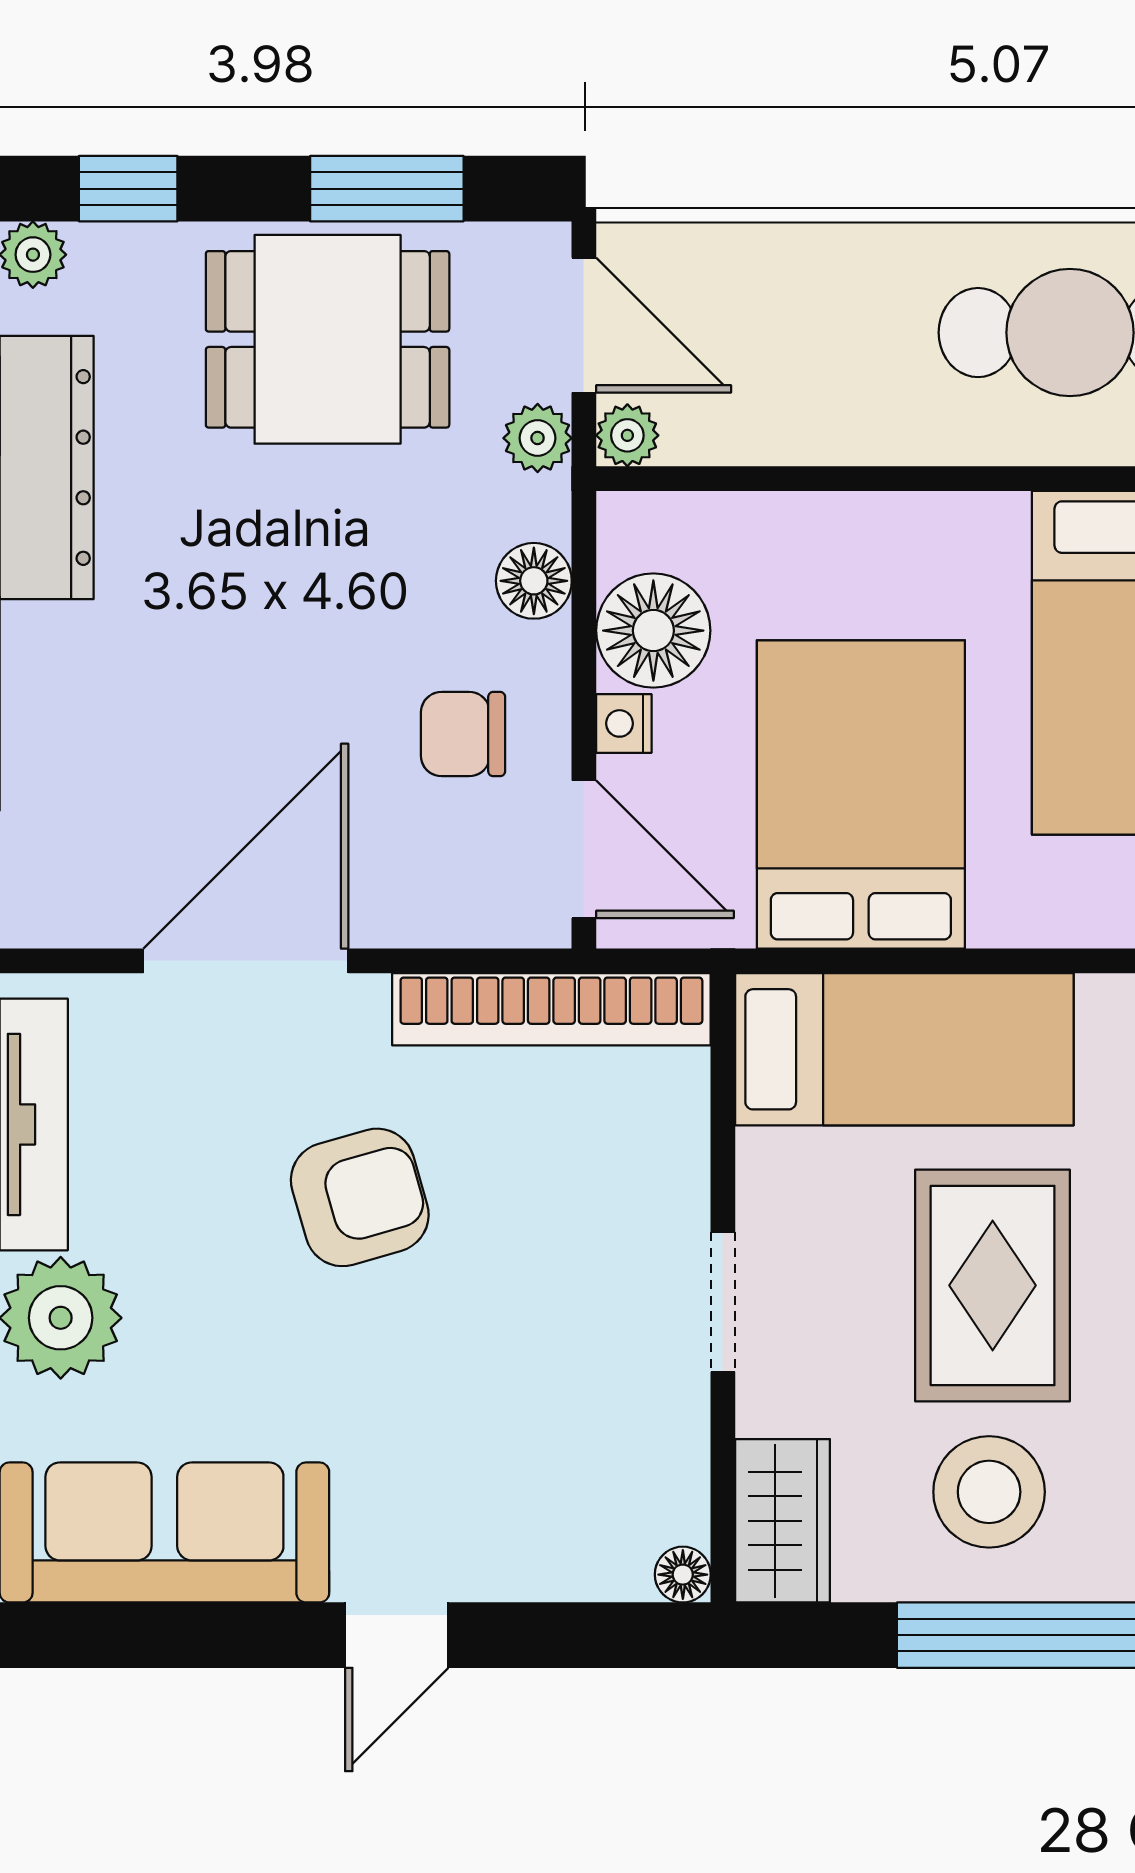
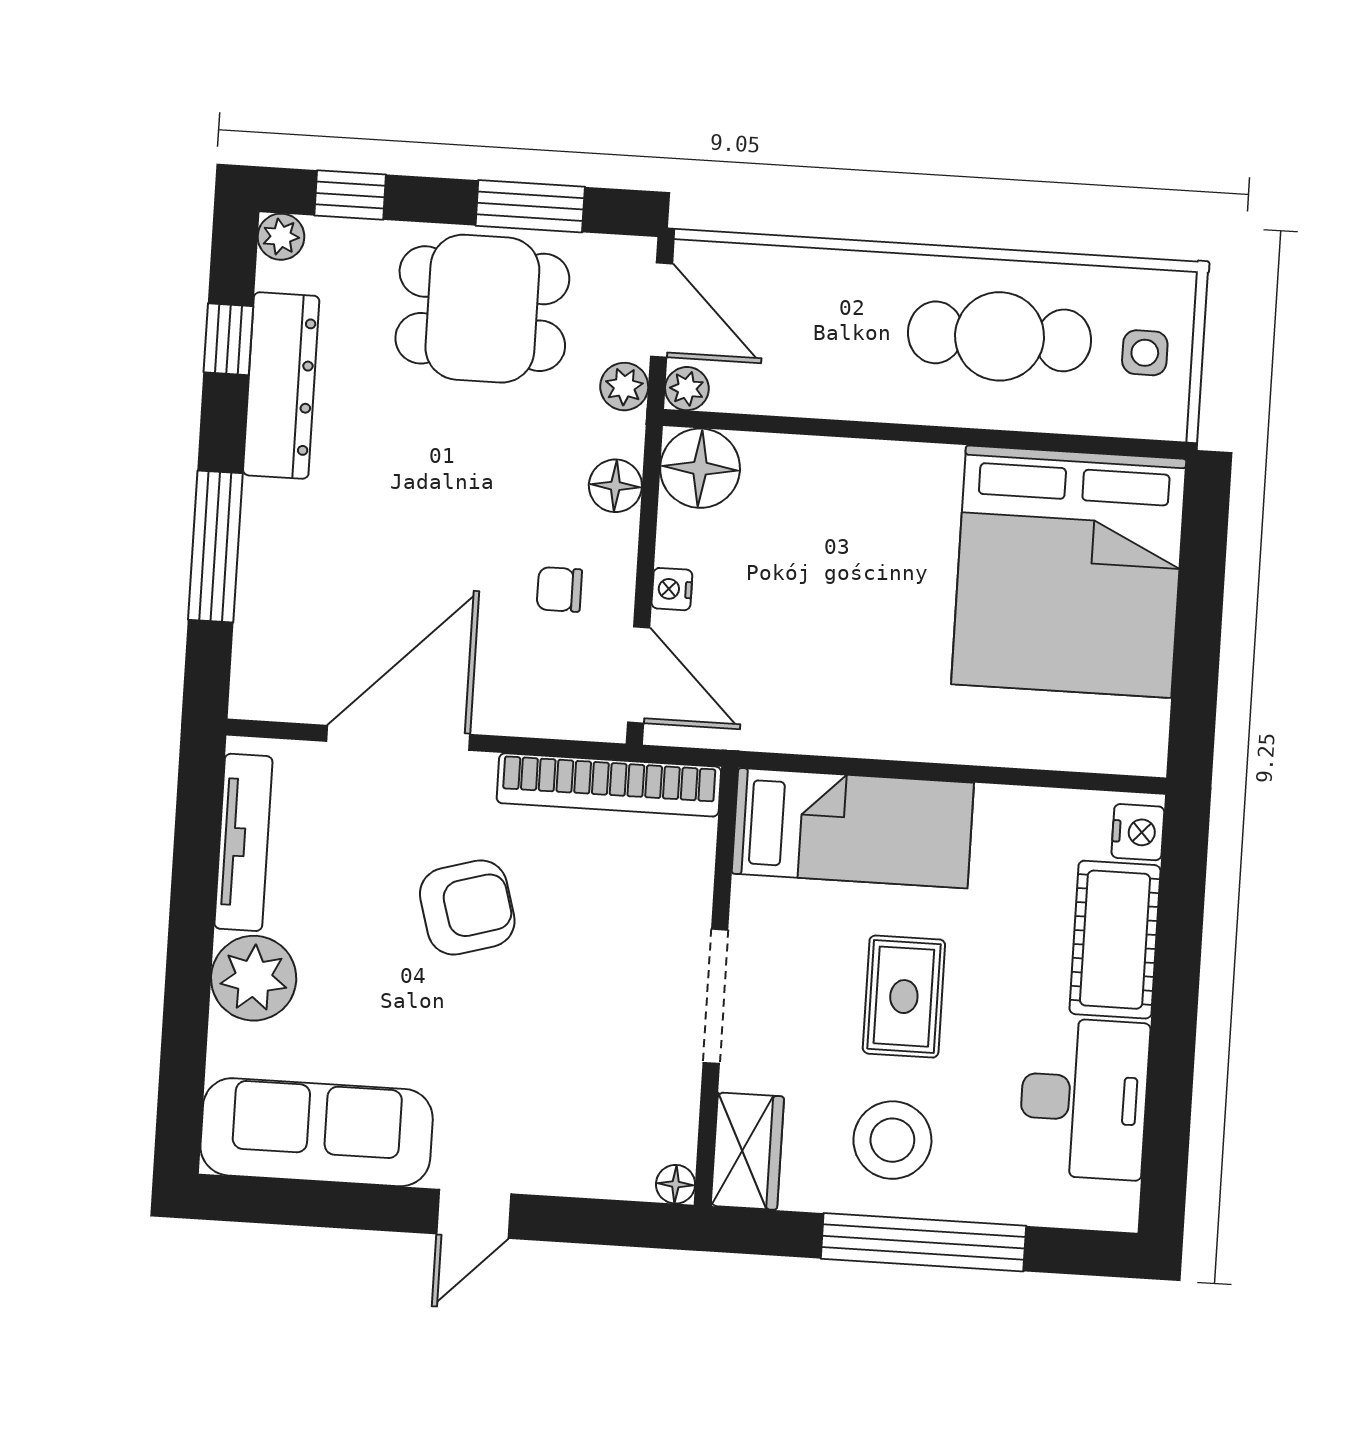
floor lamp: (653, 631) -> (700, 468), moved
chair: (463, 734) -> (559, 589), width x0.73, depth x0.73
bed: (861, 794) -> (834, 649), removed
rug: (993, 1285) -> (904, 997), width x0.73, depth x0.70
doorway: (723, 1302) -> (715, 996), width x1.38

